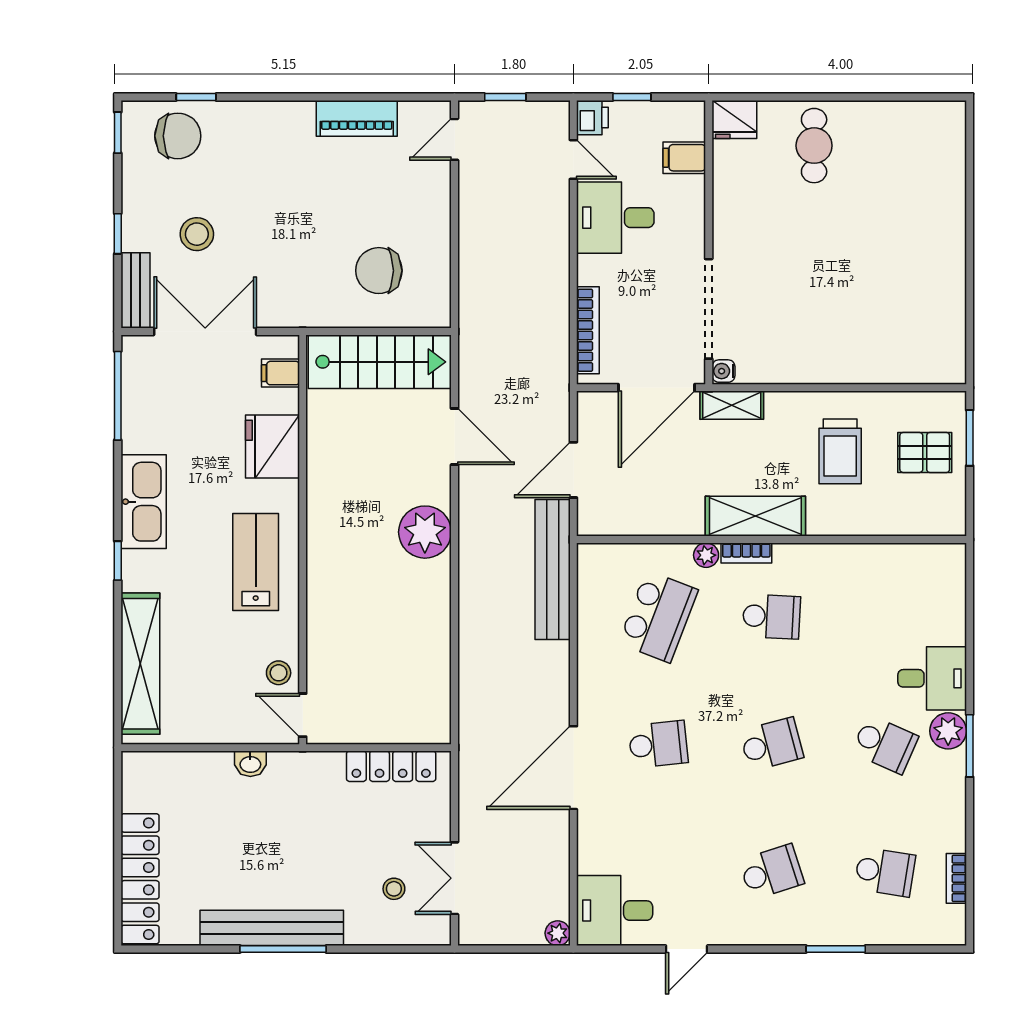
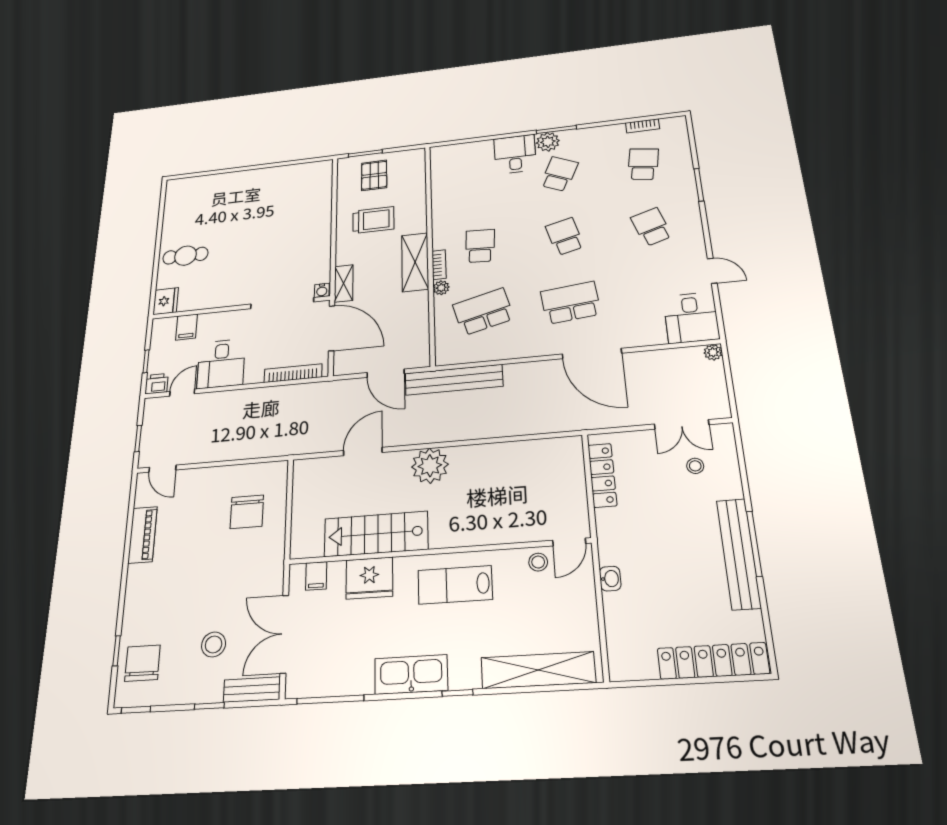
stairs: (380, 362) -> (376, 534), moved, turned -90
school desk: (658, 617) -> (483, 312), turned -36
school desk: (658, 744) -> (571, 303), width x1.85

